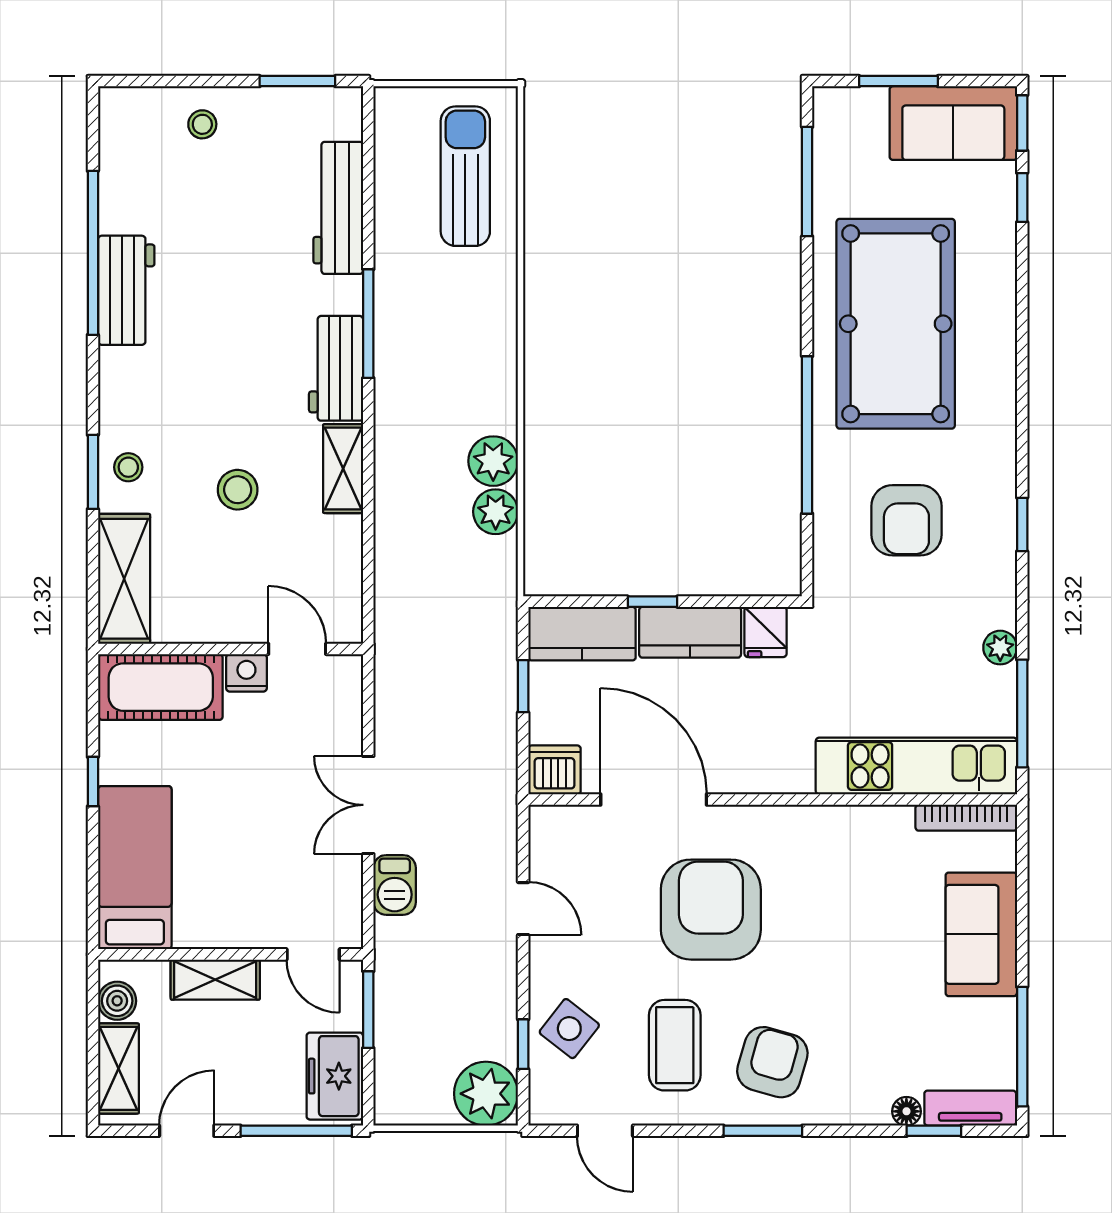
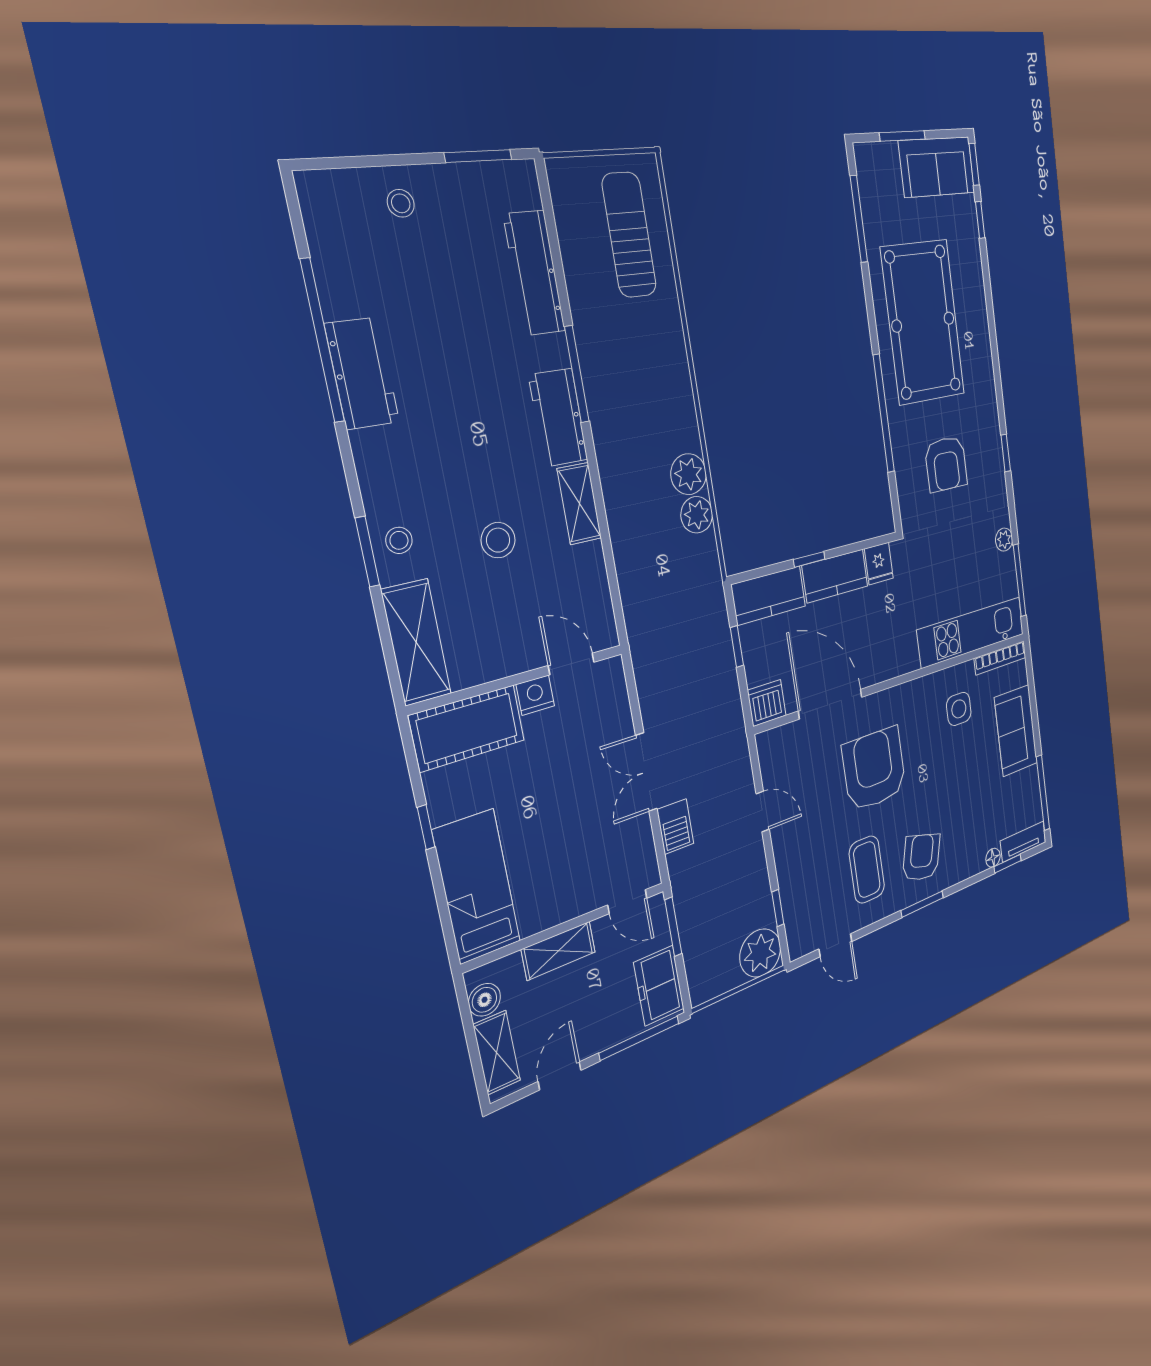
side table: (569, 1029) -> (959, 709), moved, turned -38

